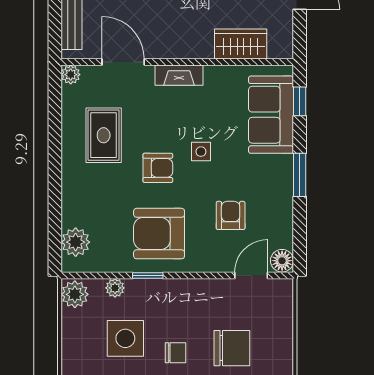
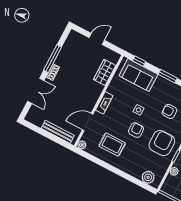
armchair: (159, 234) -> (162, 143), turned 180
plant: (75, 294) -> (168, 188), removed

